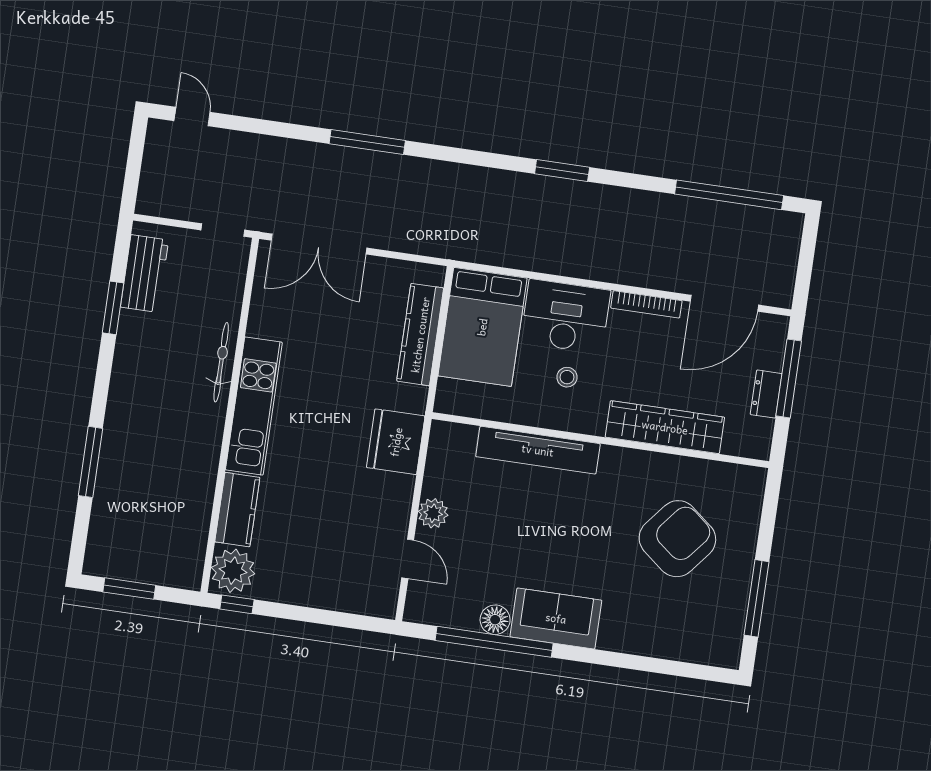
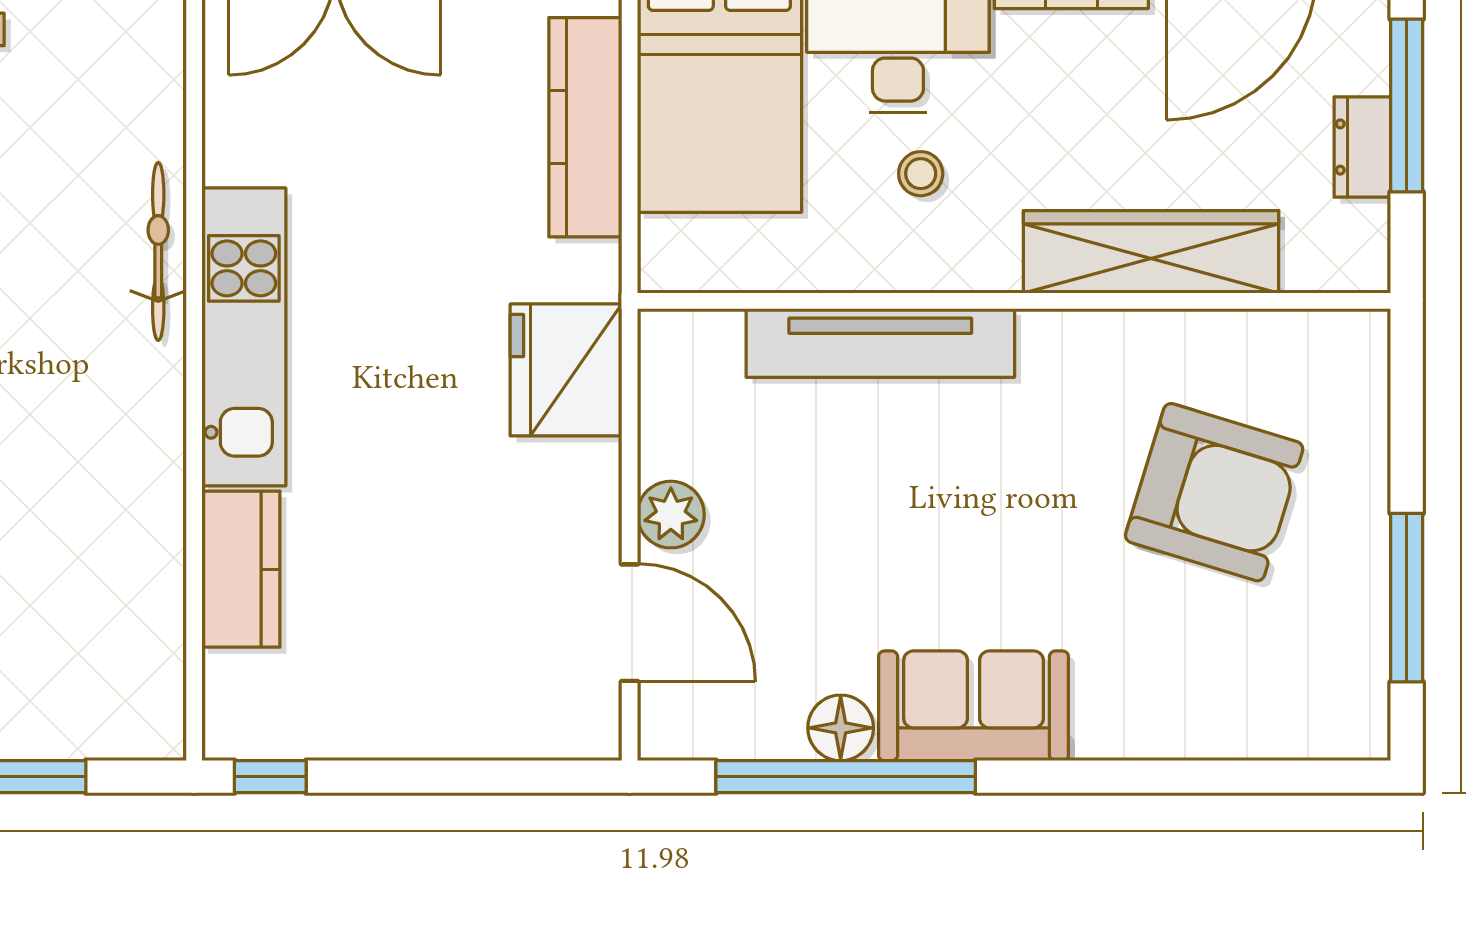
armchair: (677, 539) -> (1214, 492), turned 68
door: (408, 559) -> (630, 623), width x1.38
plant: (233, 571) -> (251, 704), removed

